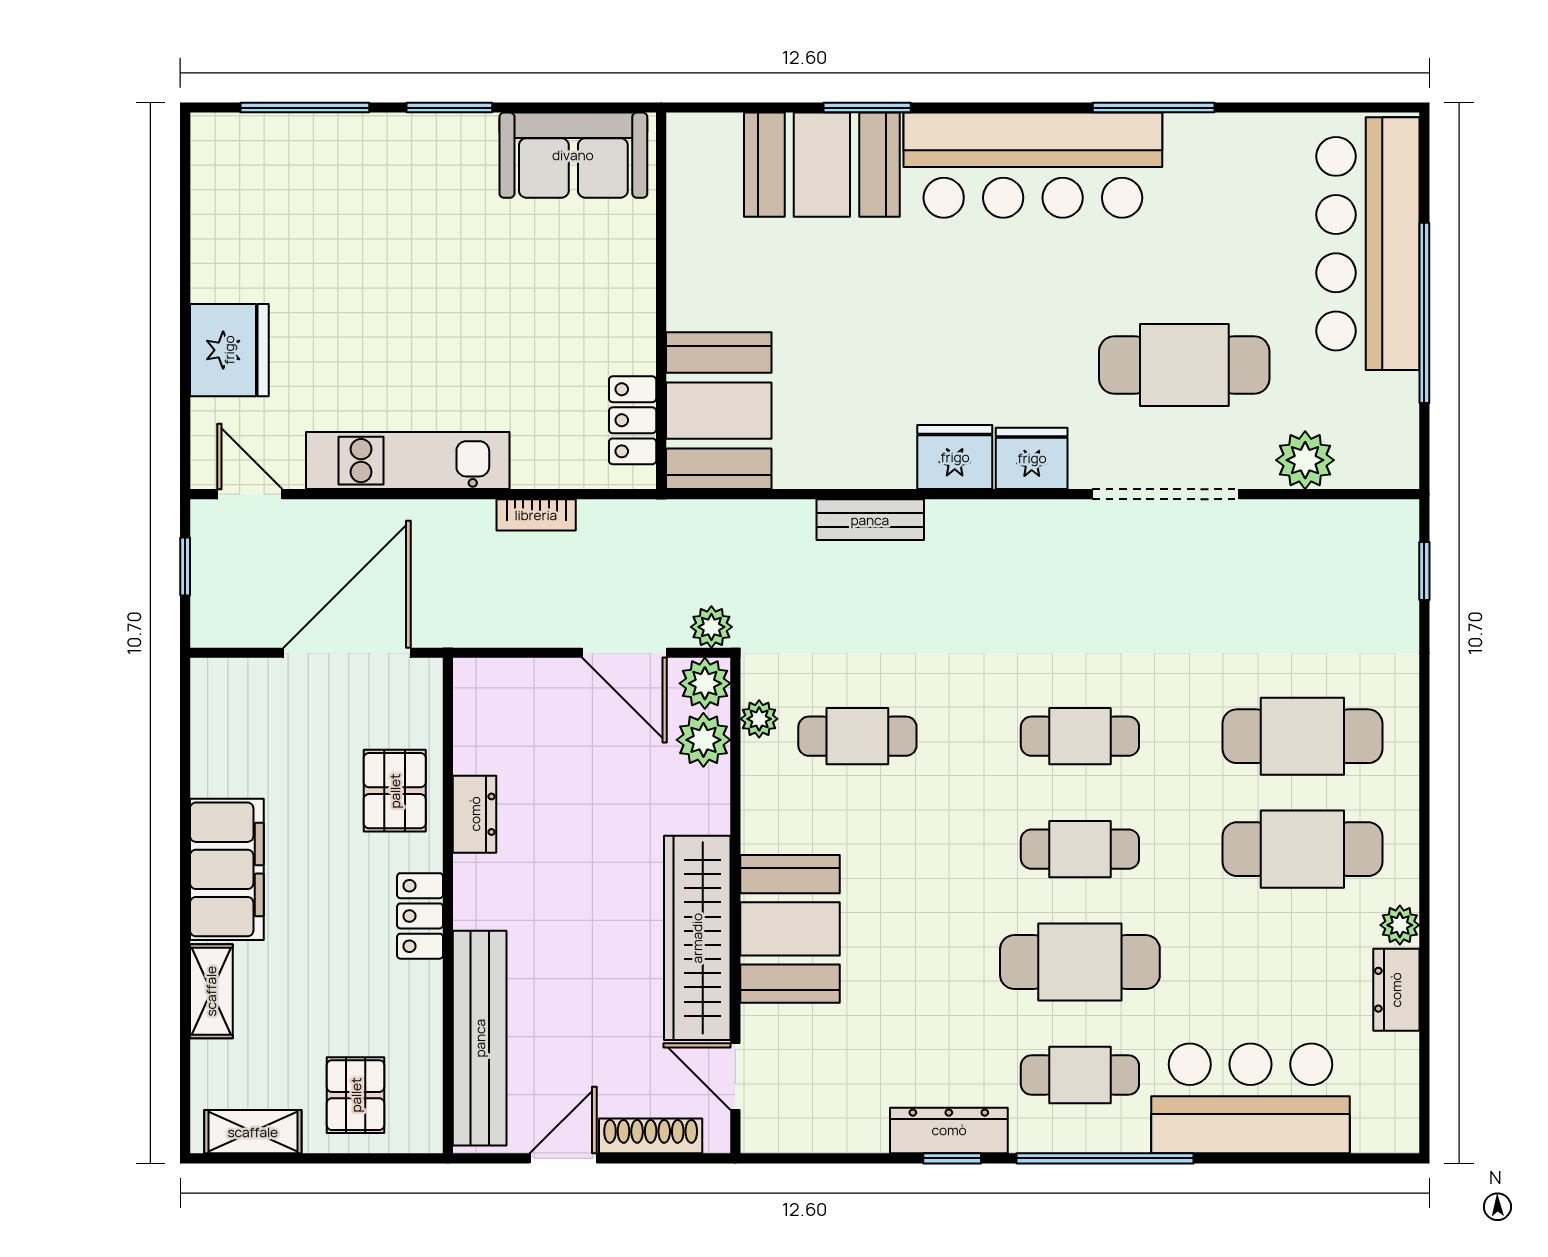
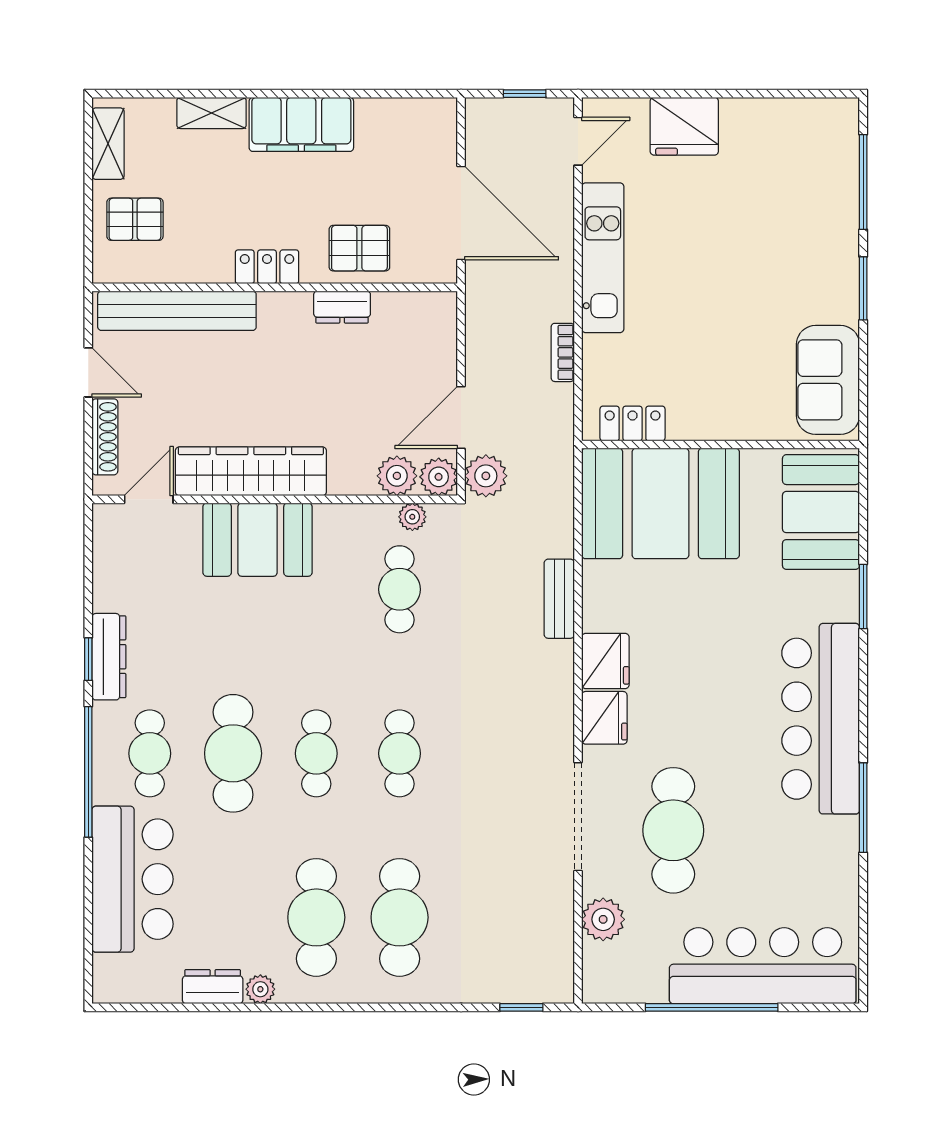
booth: (822, 165) -> (821, 512), moved
booth: (719, 411) -> (660, 503), width x1.36, depth x1.42
plant: (711, 627) -> (486, 476), width x1.38, depth x1.38

